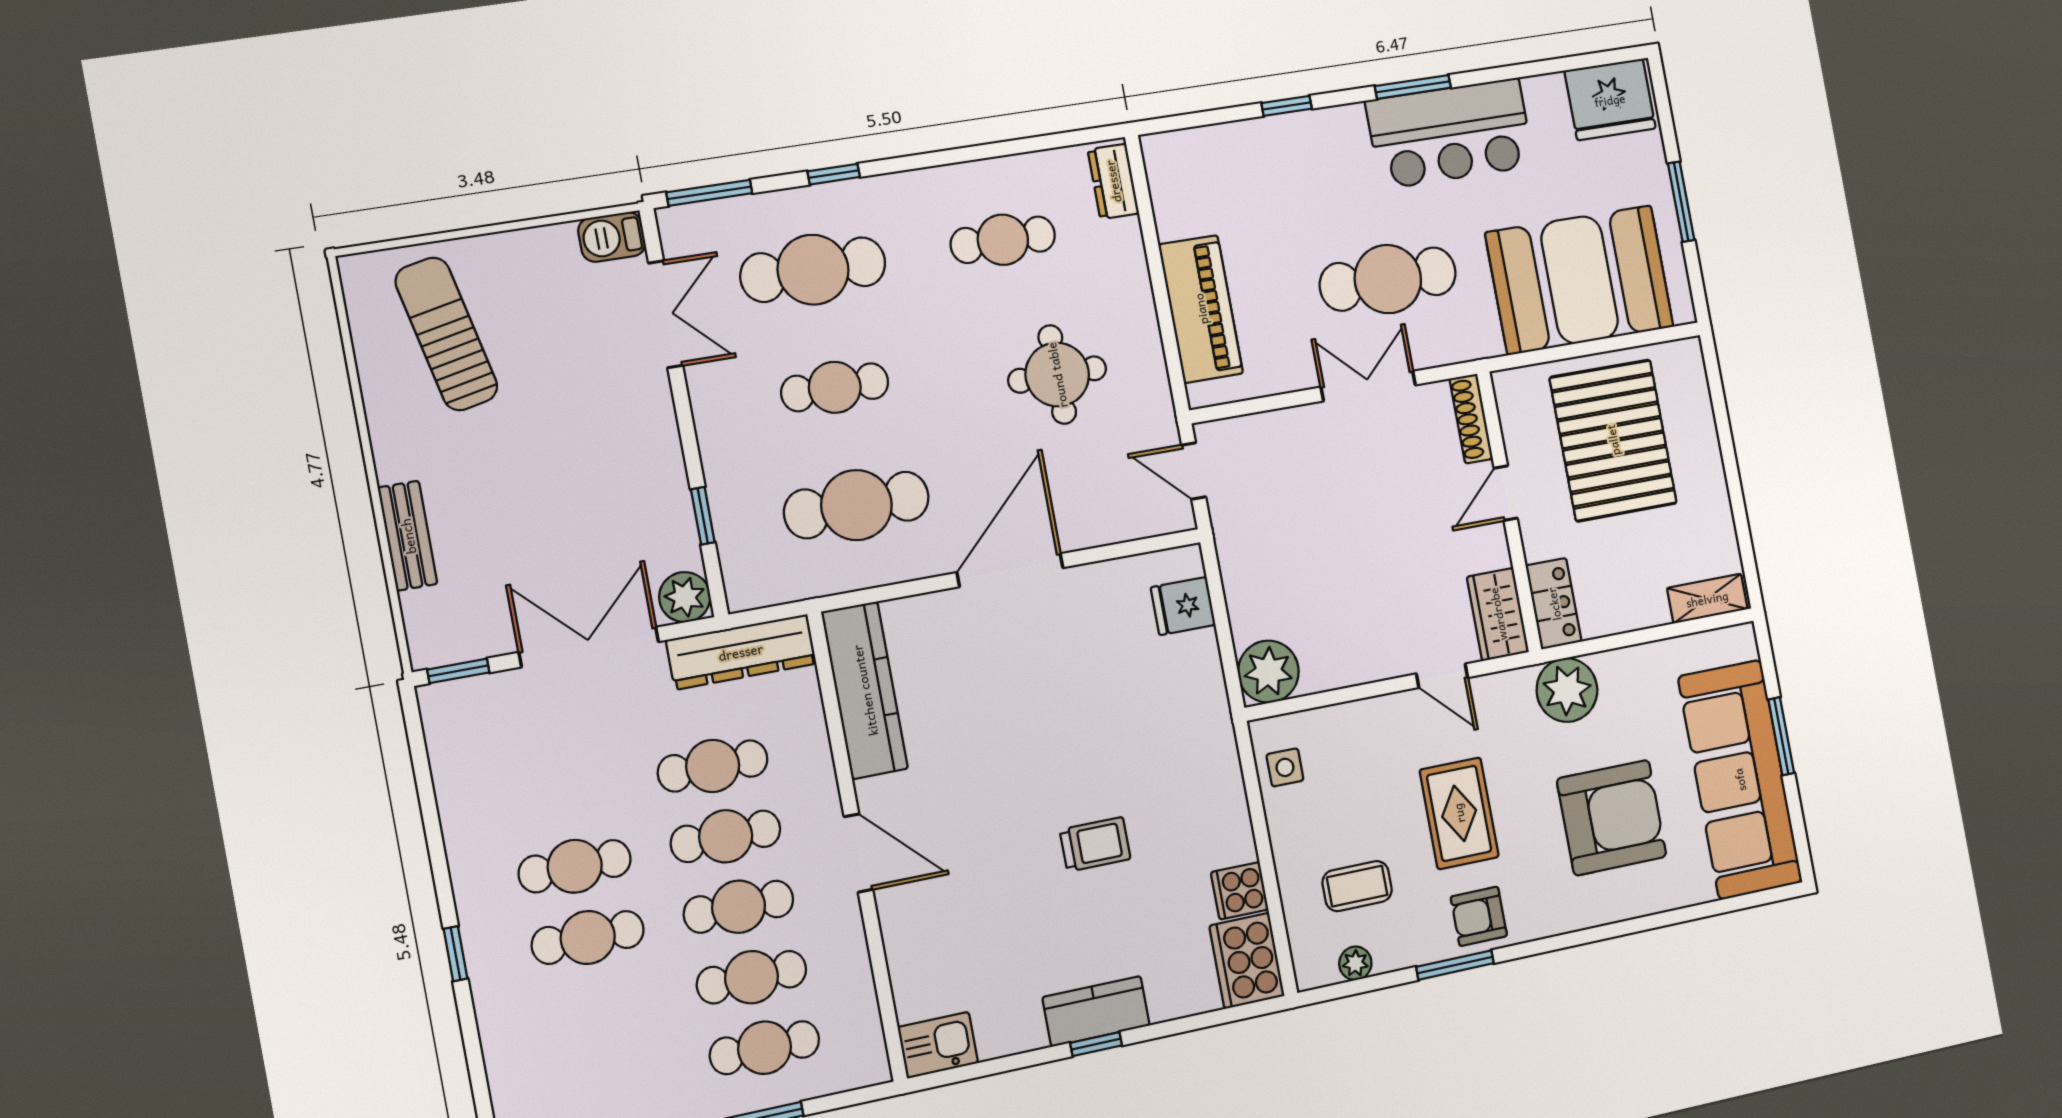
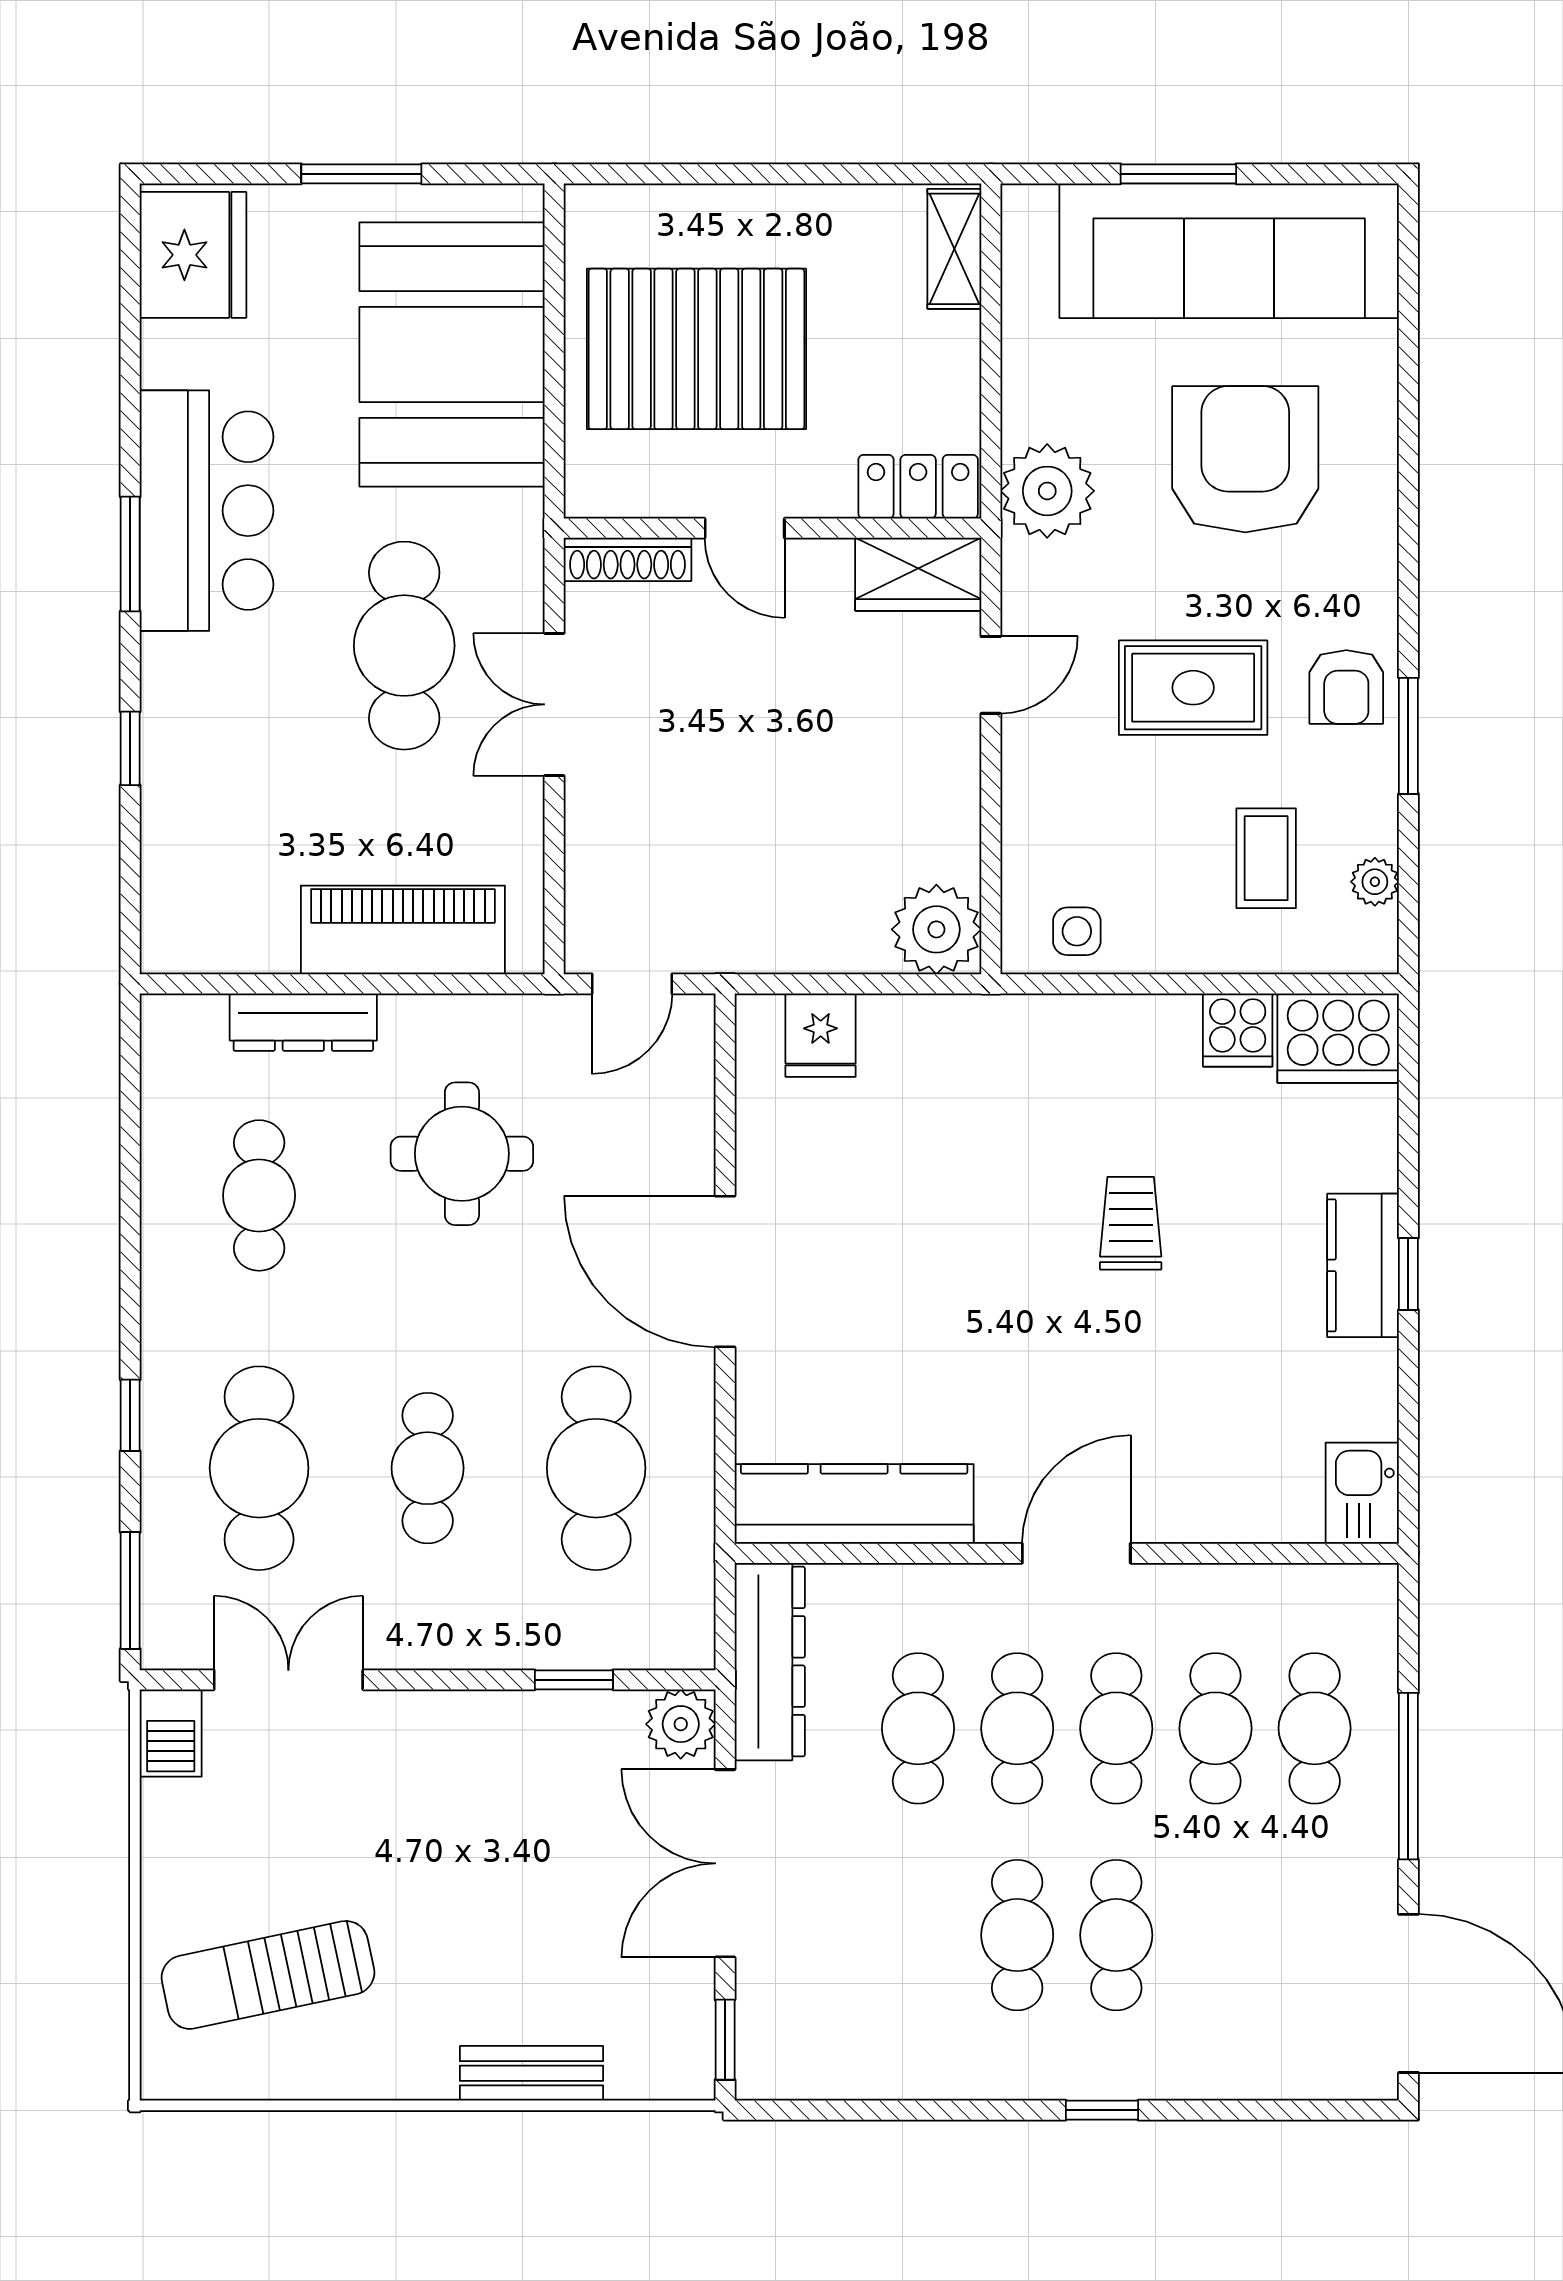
dresser: (1113, 181) -> (303, 1022), moved, width x1.44

